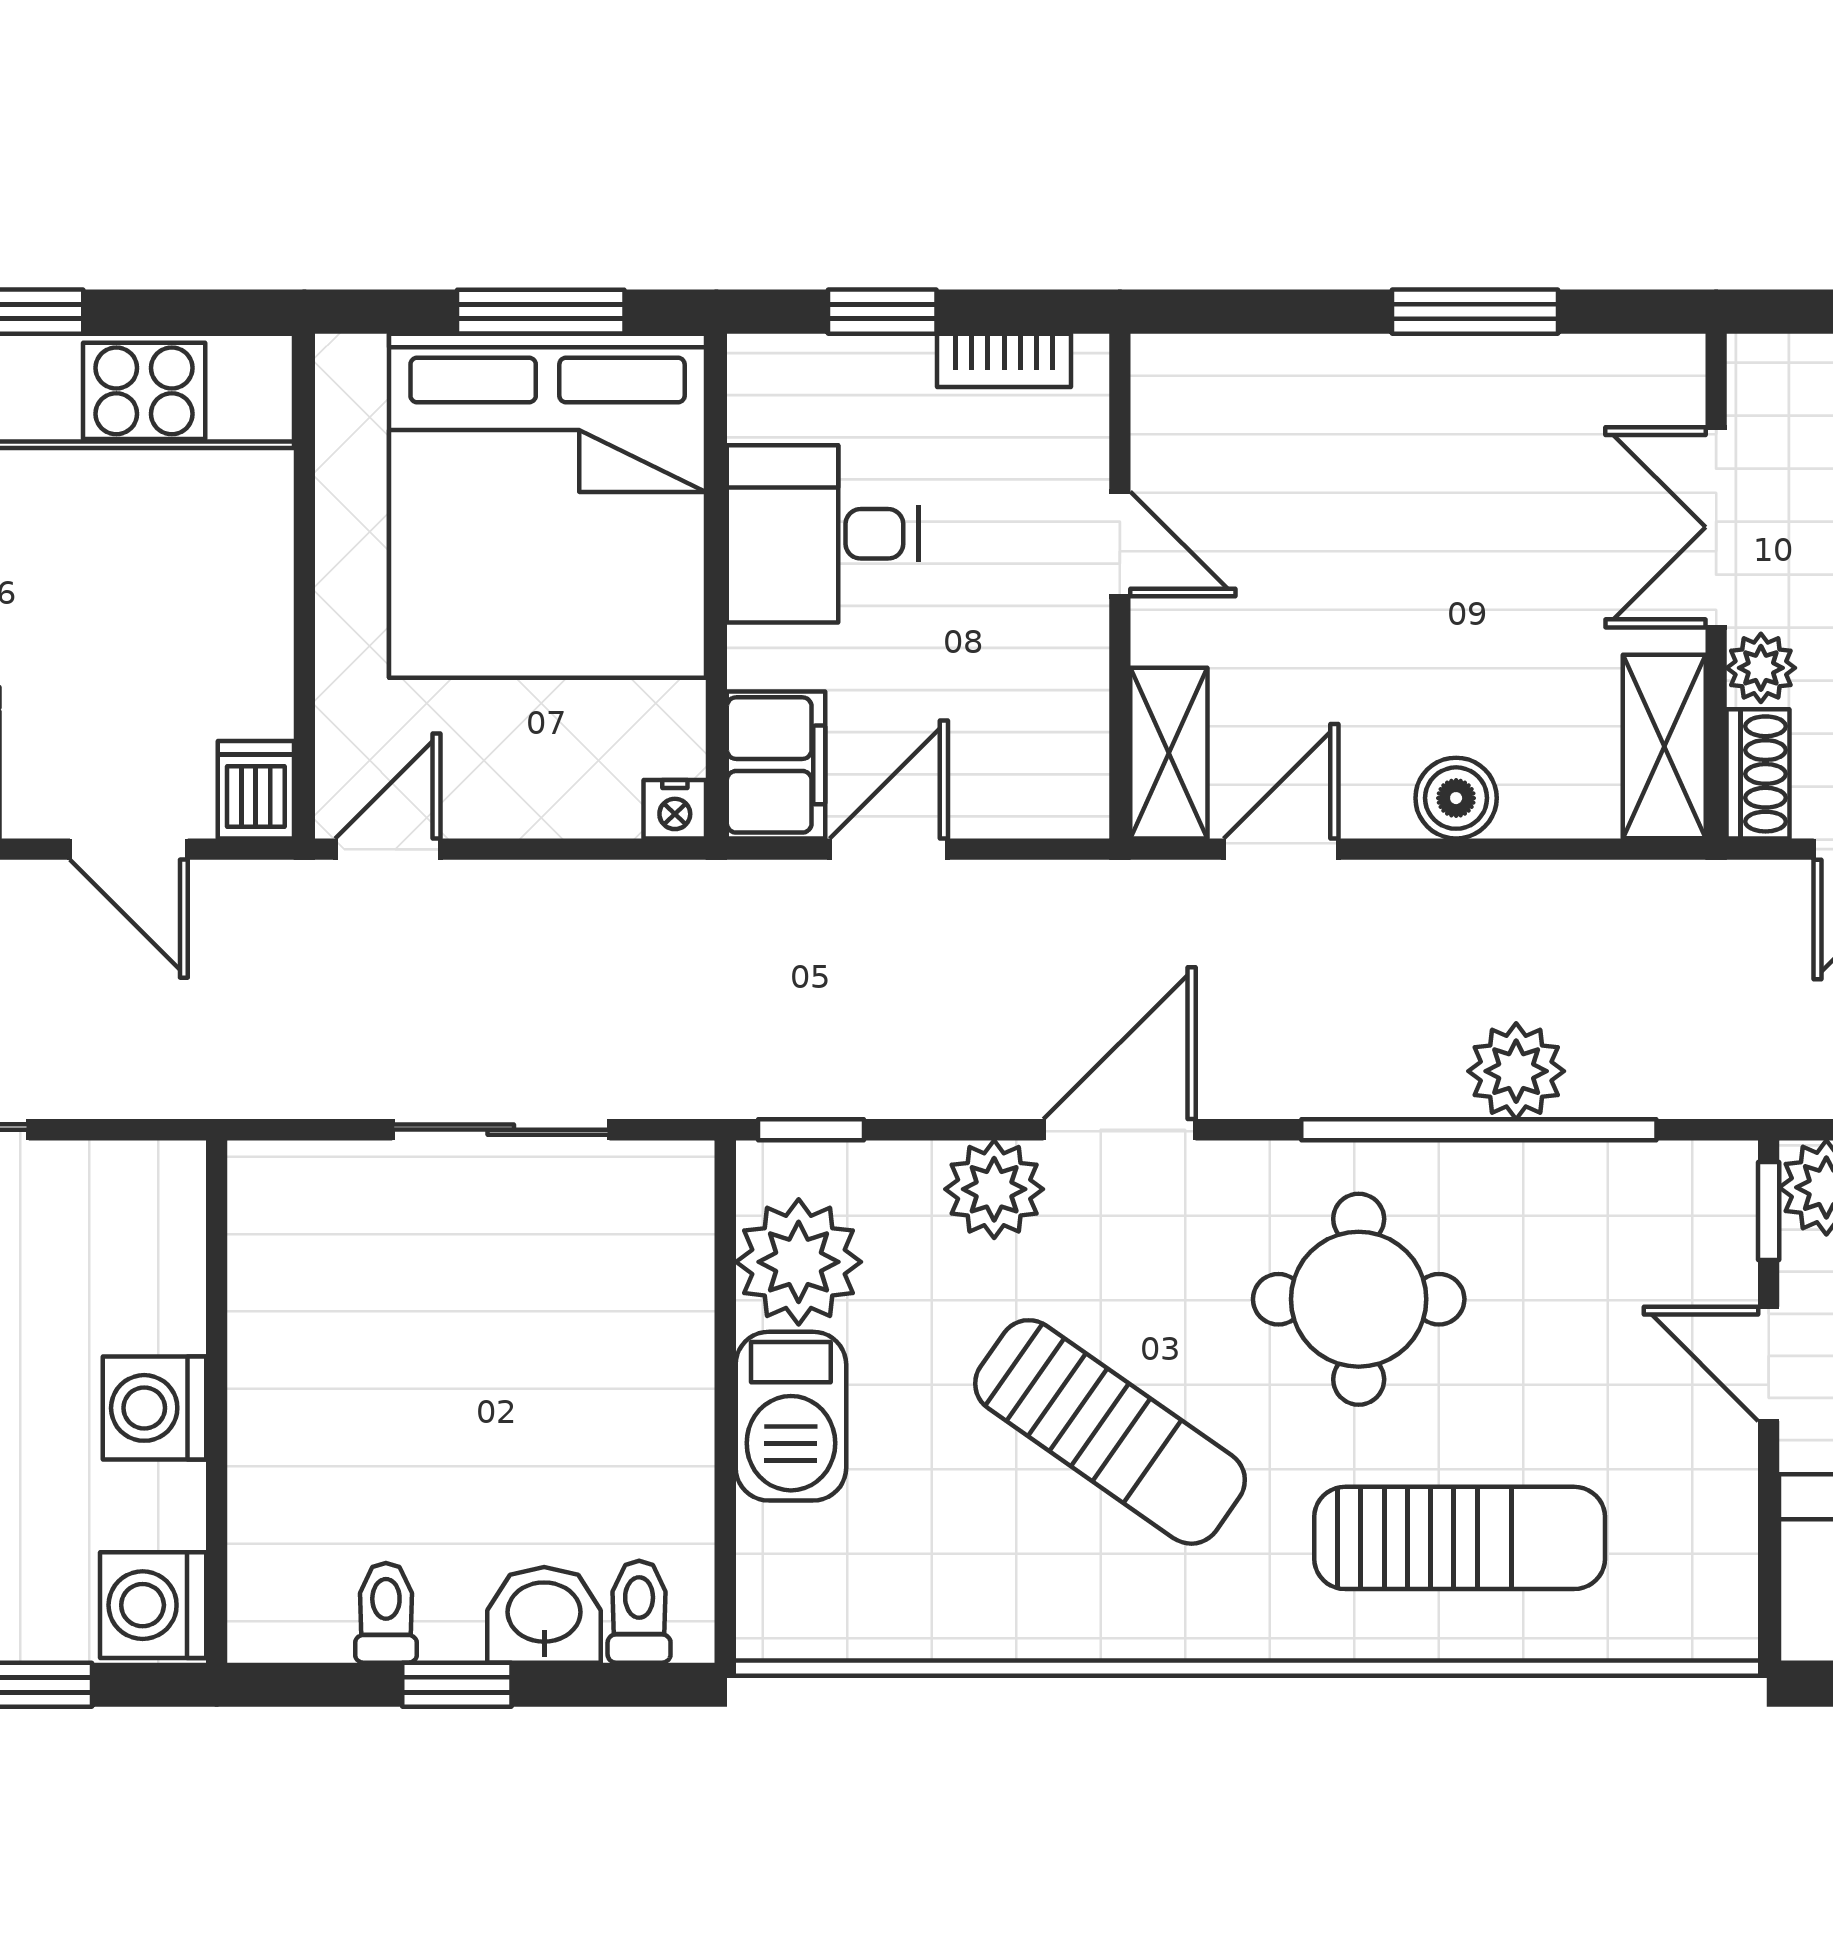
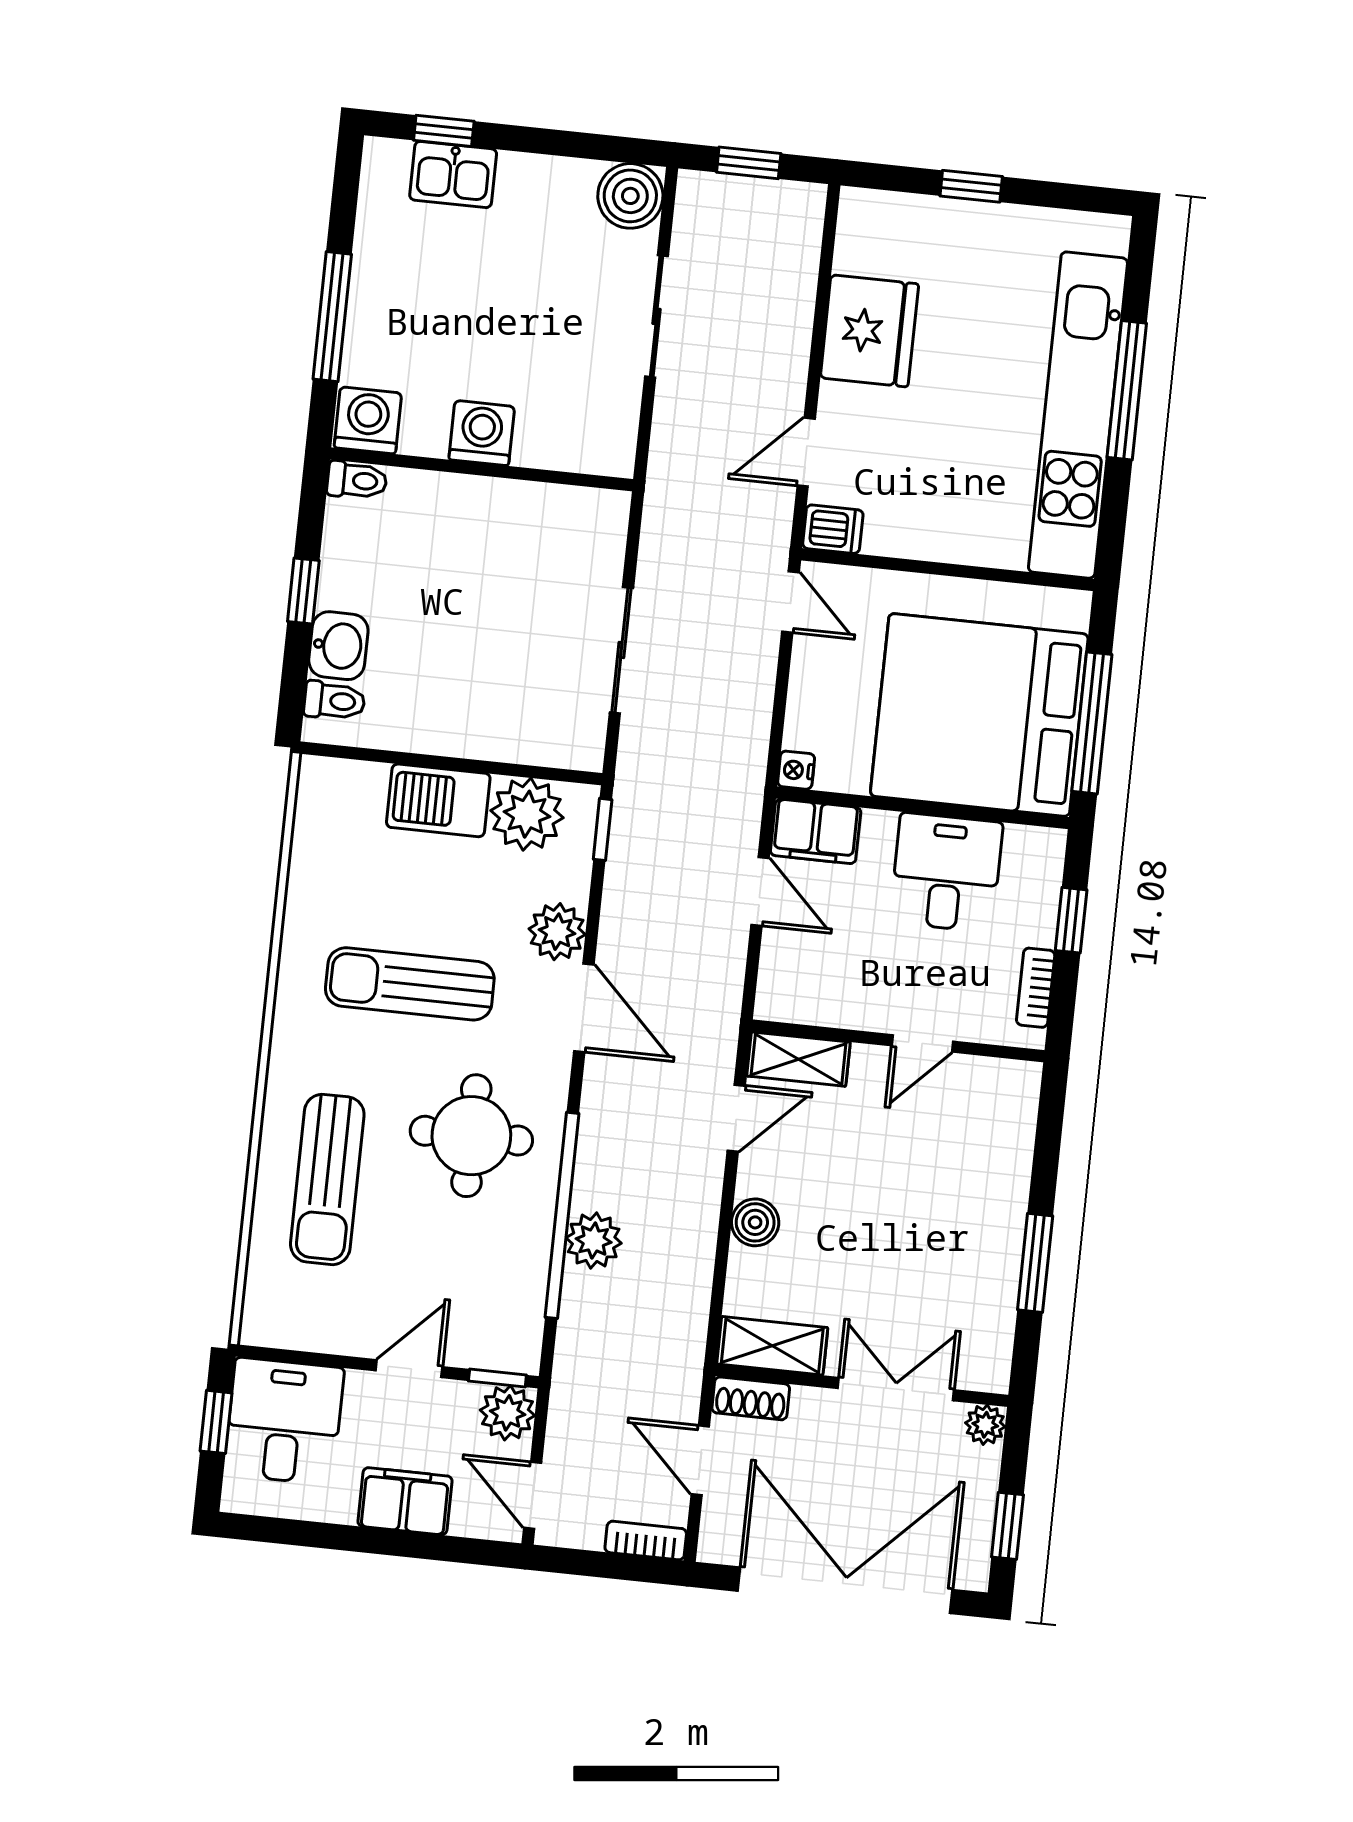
window: (541, 312) -> (1092, 723), width x1.44
plant: (1761, 668) -> (985, 1425), moved
door: (1281, 849) -> (736, 1118), hinge flipped
sun lounger: (1110, 1432) -> (410, 984), turned 55
toilet: (386, 1613) -> (357, 480), moved

